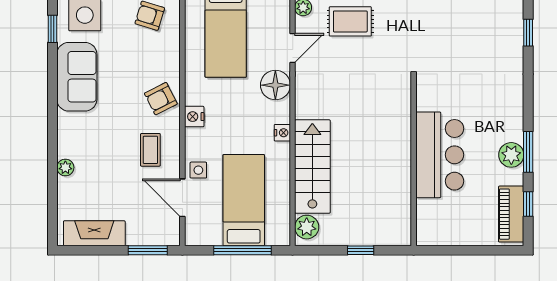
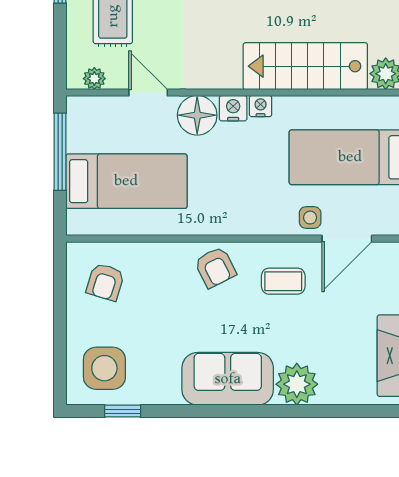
sofa: (77, 77) -> (228, 379), moved
nightstand: (194, 117) -> (233, 108), moved, turned 180
plant: (65, 167) -> (297, 384), width x1.87, depth x1.87

